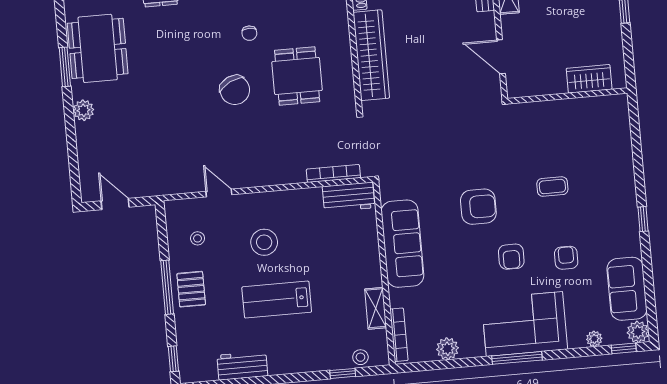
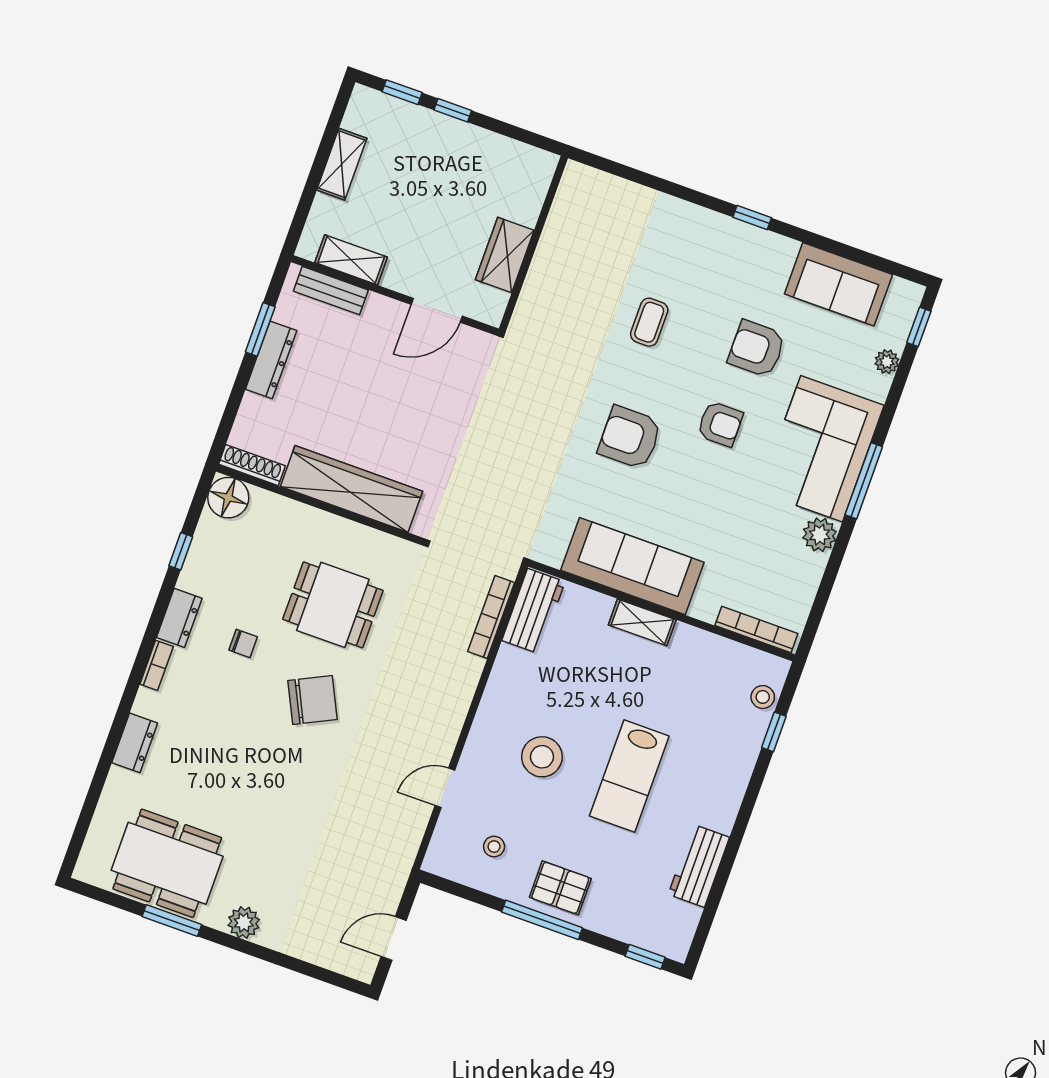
wardrobe: (589, 79) -> (505, 255), moved
armchair: (478, 207) -> (630, 437), turned -90
armchair: (566, 258) -> (757, 349), width x1.38, depth x1.38
shelving: (376, 308) -> (642, 622), moved
plant: (638, 332) -> (905, 297), removed
plant: (447, 349) -> (820, 535), moved

